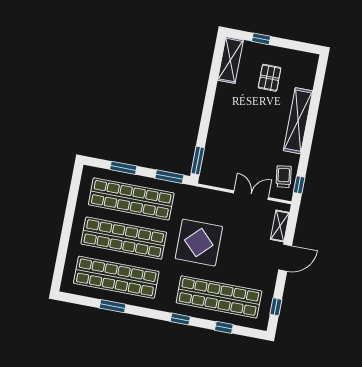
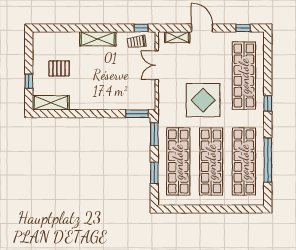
shelving: (298, 121) -> (98, 39), width x0.68
window: (113, 306) -> (268, 160), width x2.11
window: (224, 327) -> (268, 67), removed

